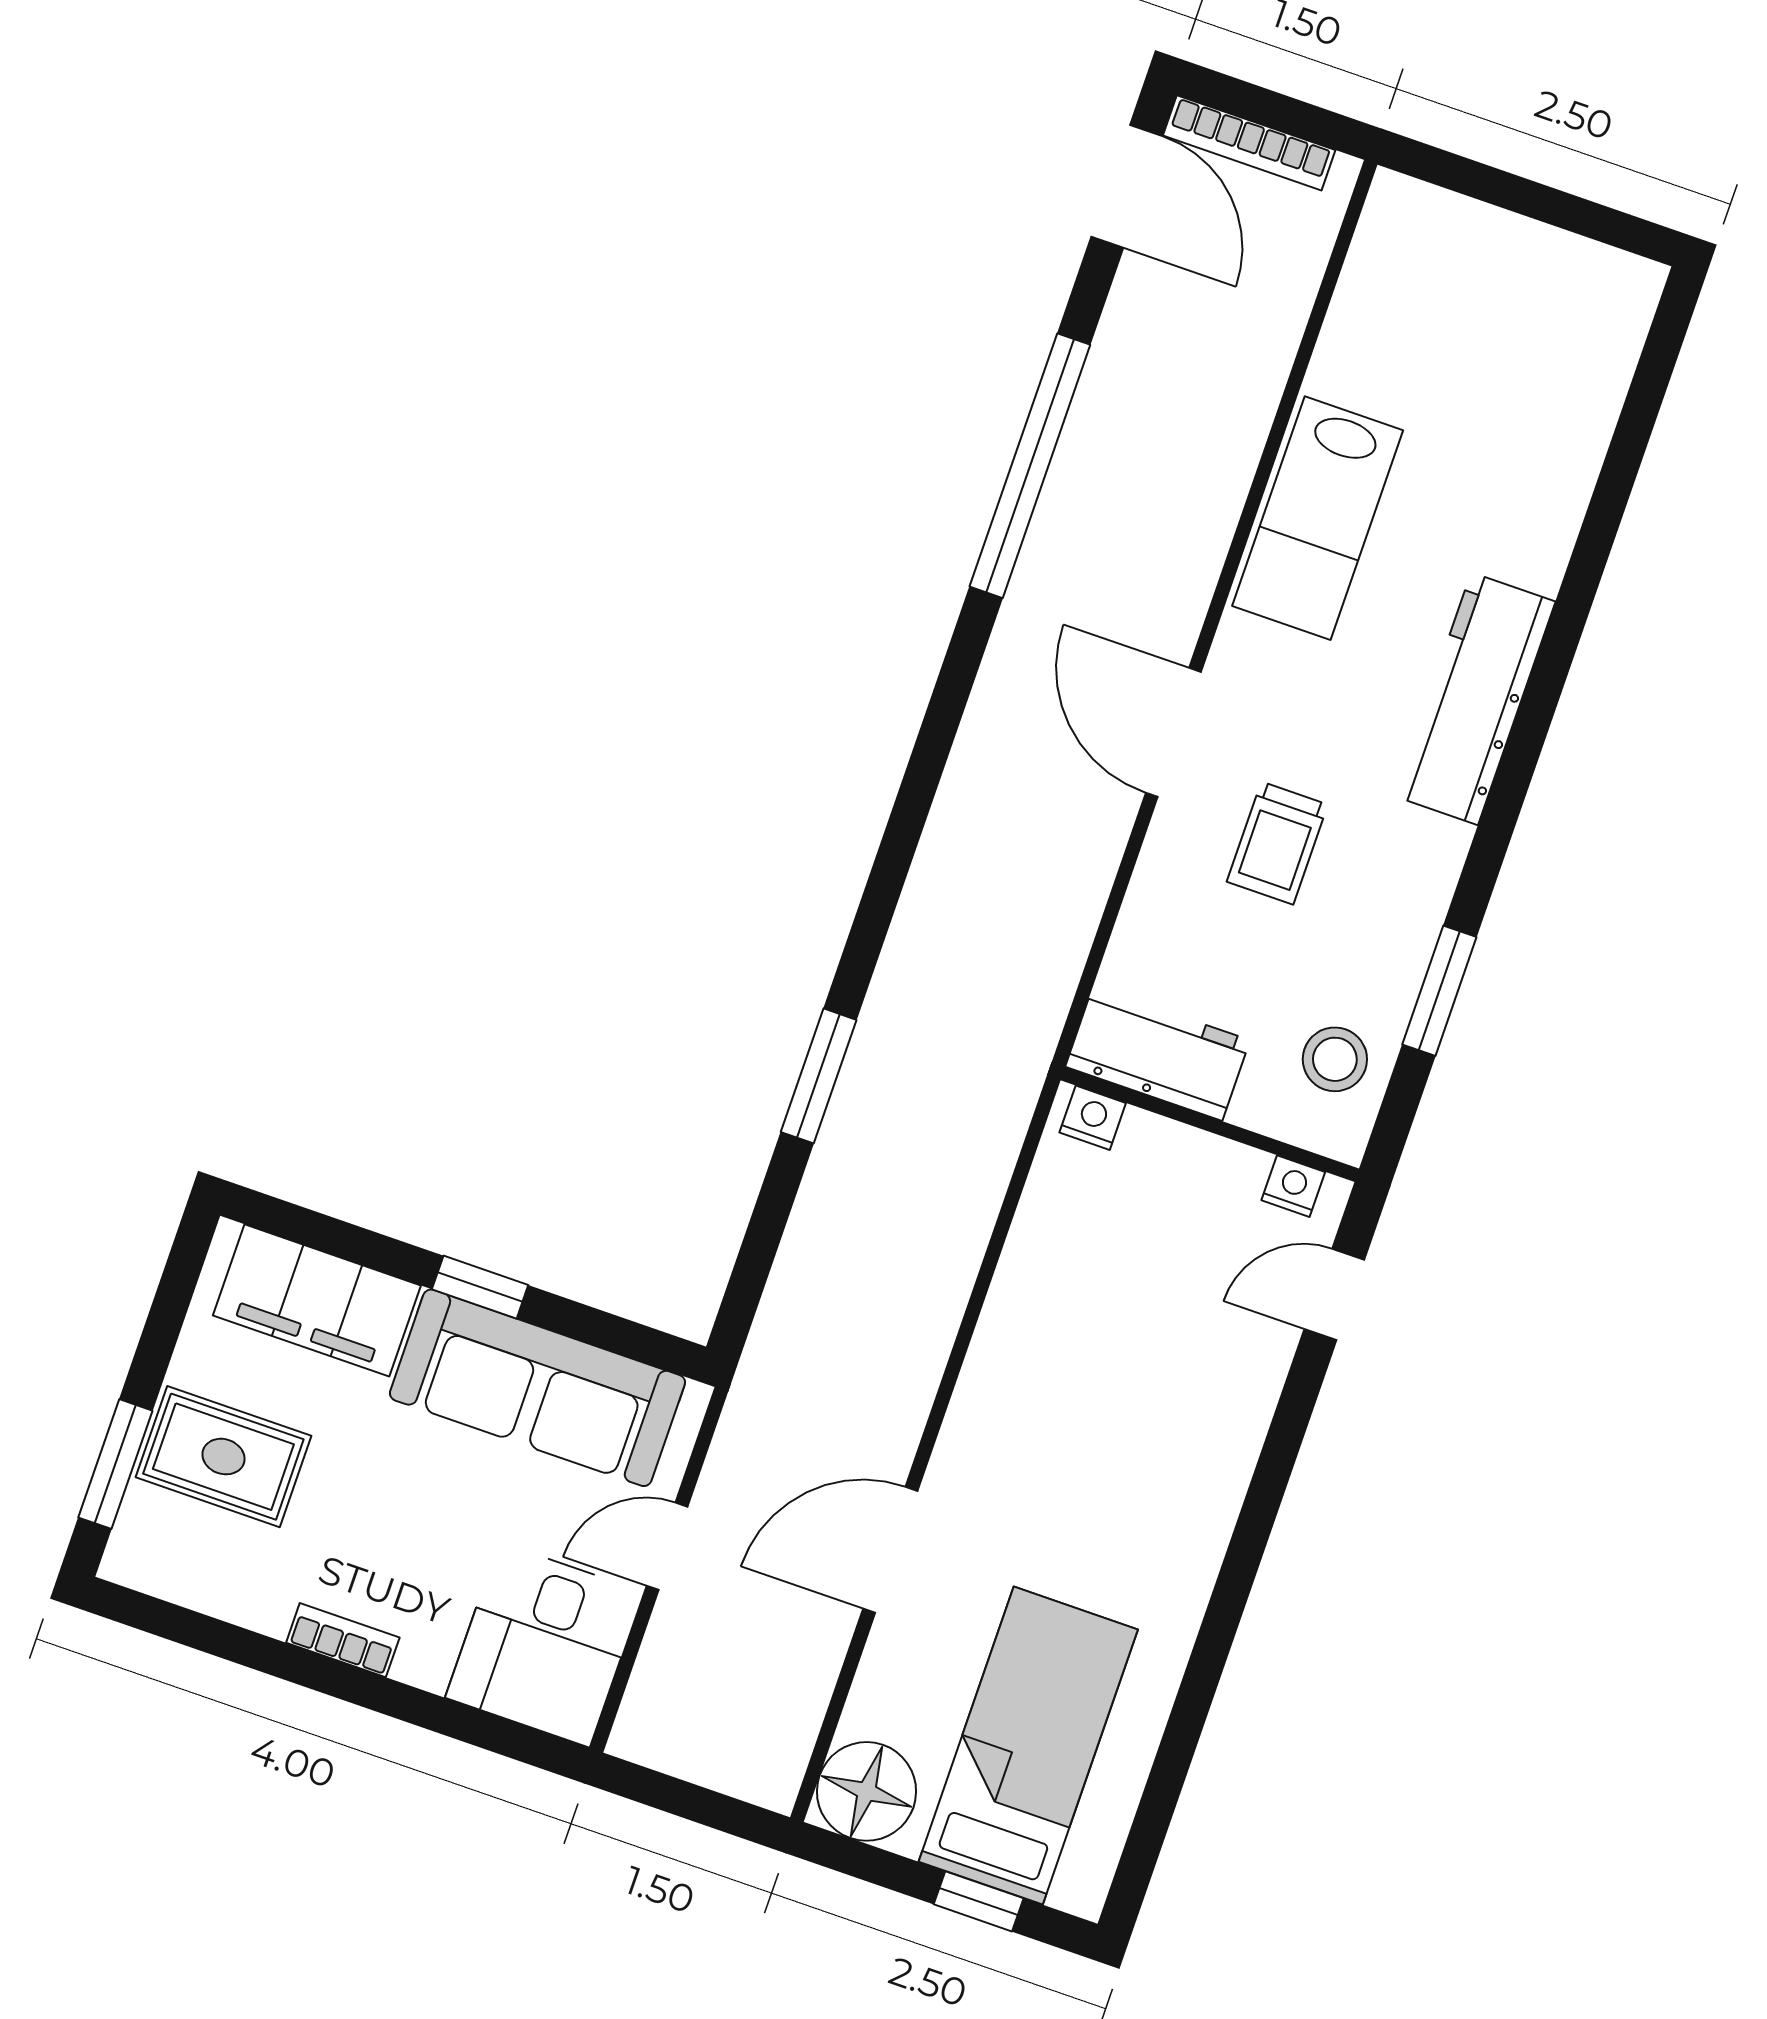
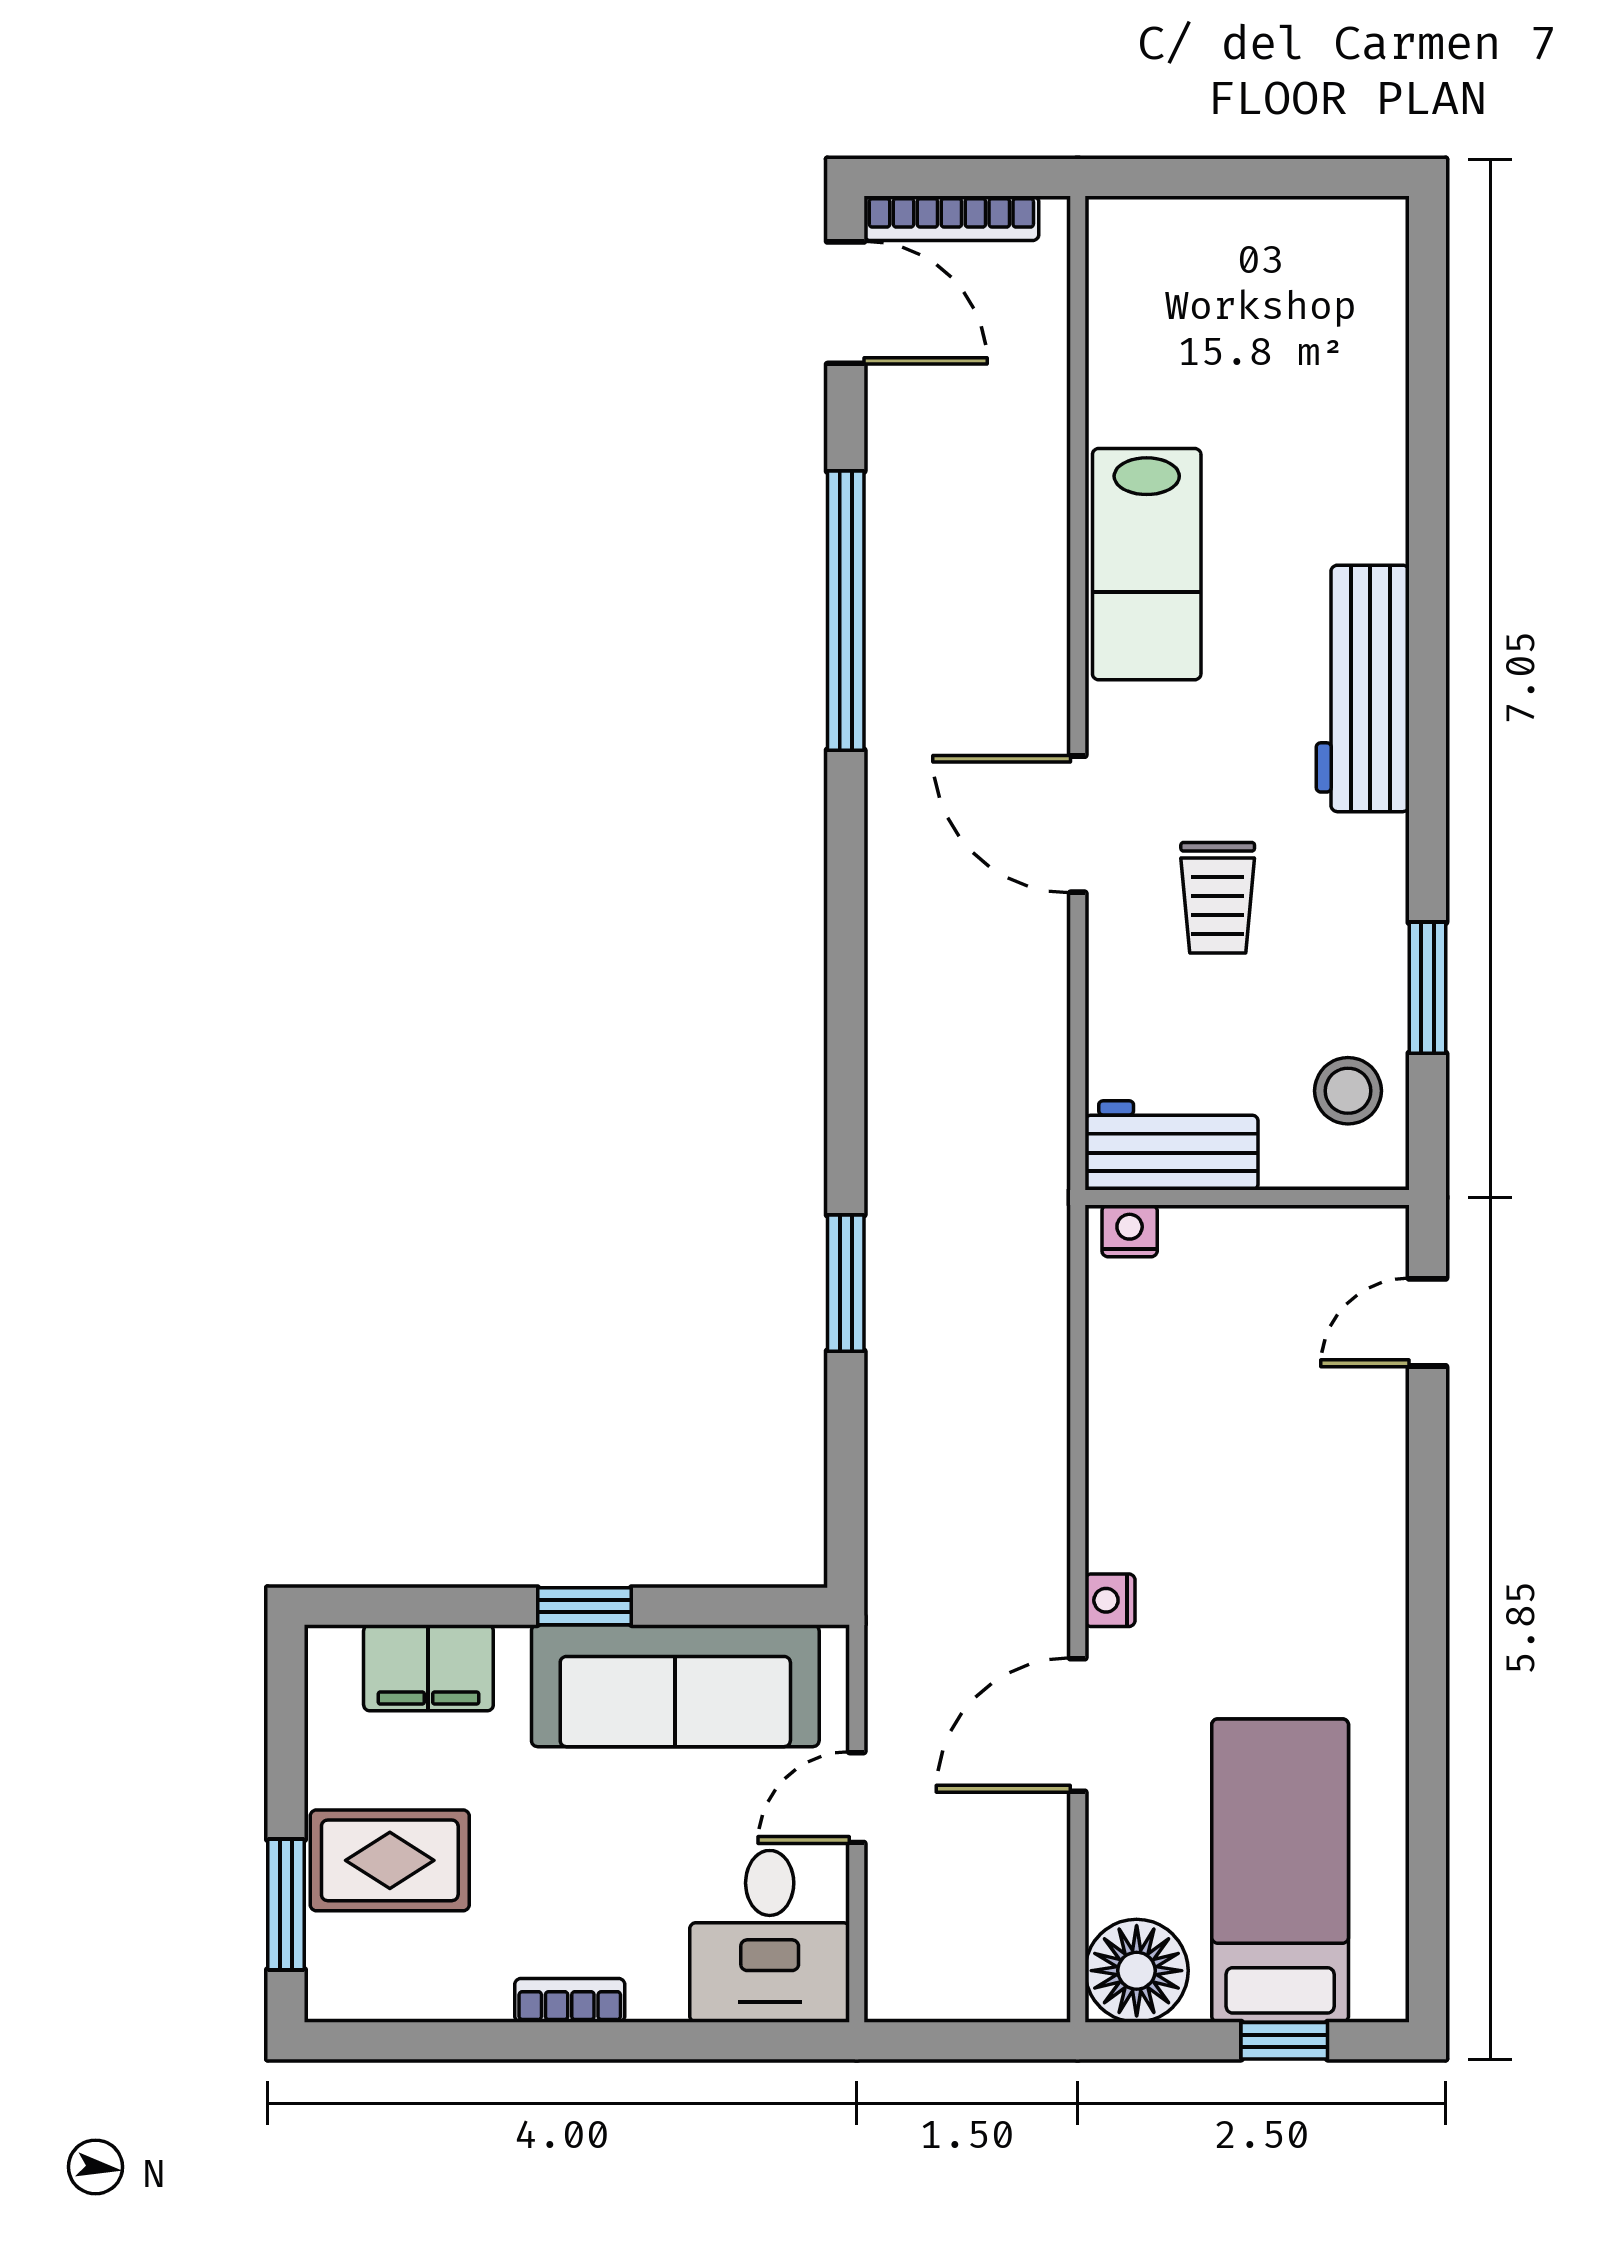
nightstand: (1293, 1186) -> (1110, 1600), moved, turned -90
filing cabinet: (317, 1300) -> (428, 1668), width x0.67, depth x0.86

